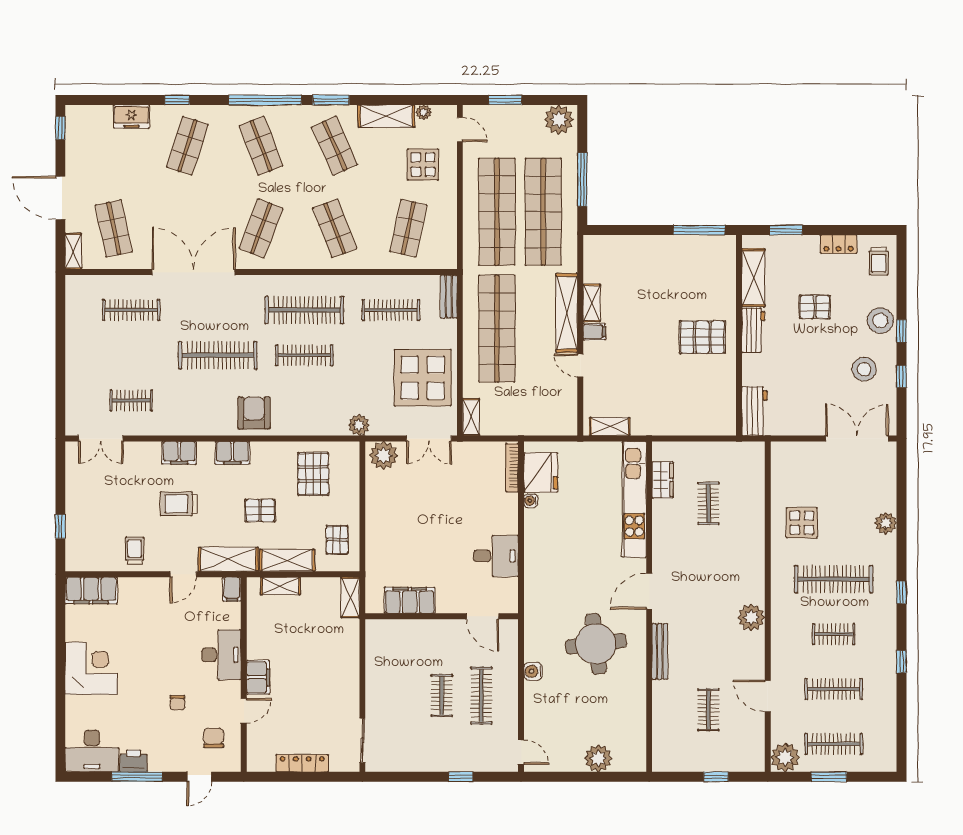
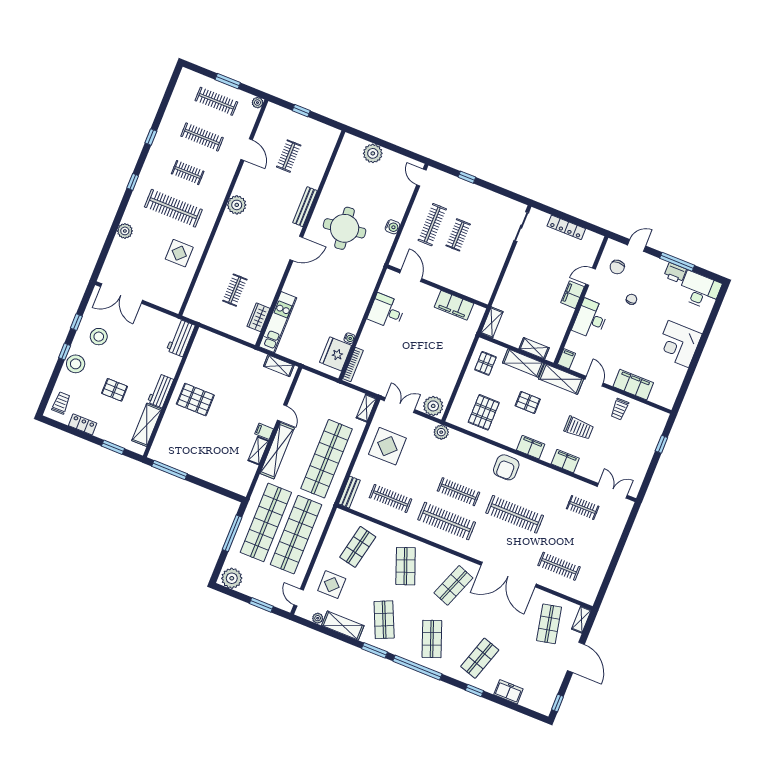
display table: (423, 378) -> (387, 446), width x0.73, depth x0.73
kitchen unit: (634, 499) -> (278, 322), width x0.73
door: (183, 574) -> (594, 381), hinge flipped
filing cabinet: (91, 590) -> (633, 385), moved
plant: (785, 757) -> (257, 103), width x0.53, depth x0.53

